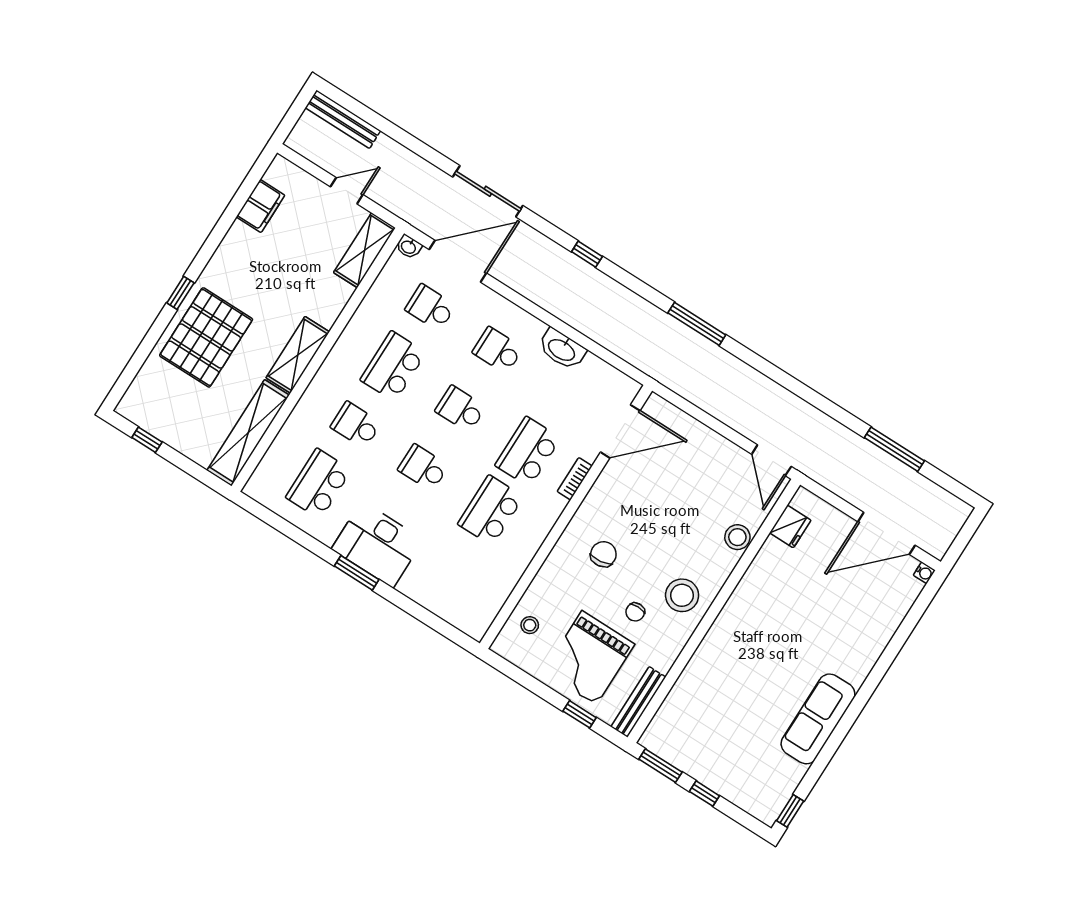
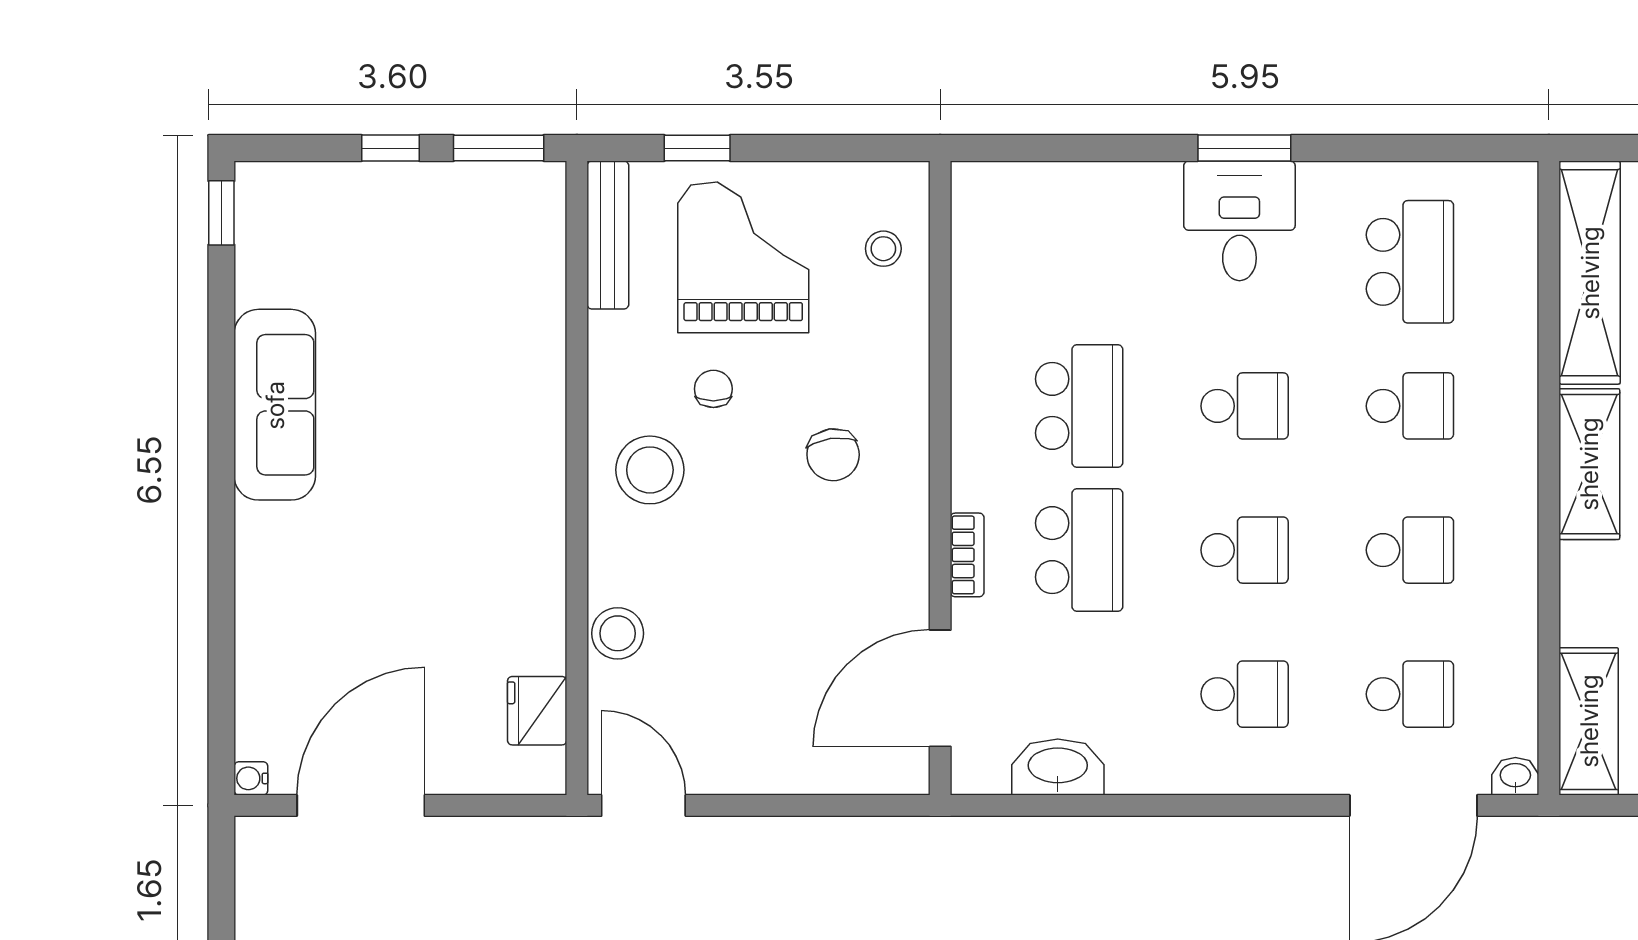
washbasin: (562, 349) -> (1058, 767), moved
school desk: (393, 366) -> (1410, 550), width x0.54
desk: (377, 544) -> (1239, 221), width x0.73

